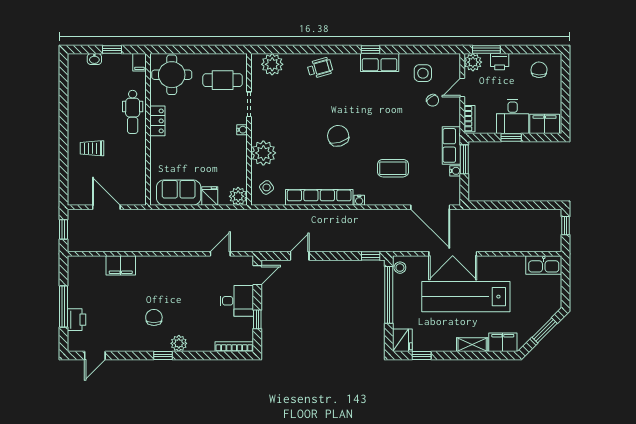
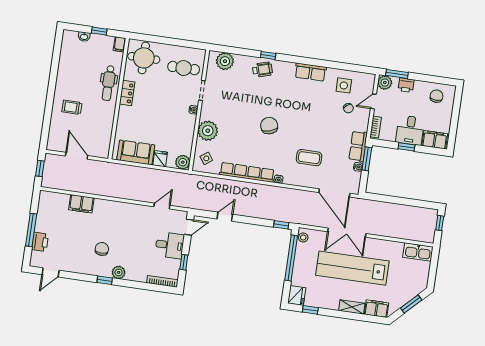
window: (370, 50) -> (268, 55), moved

